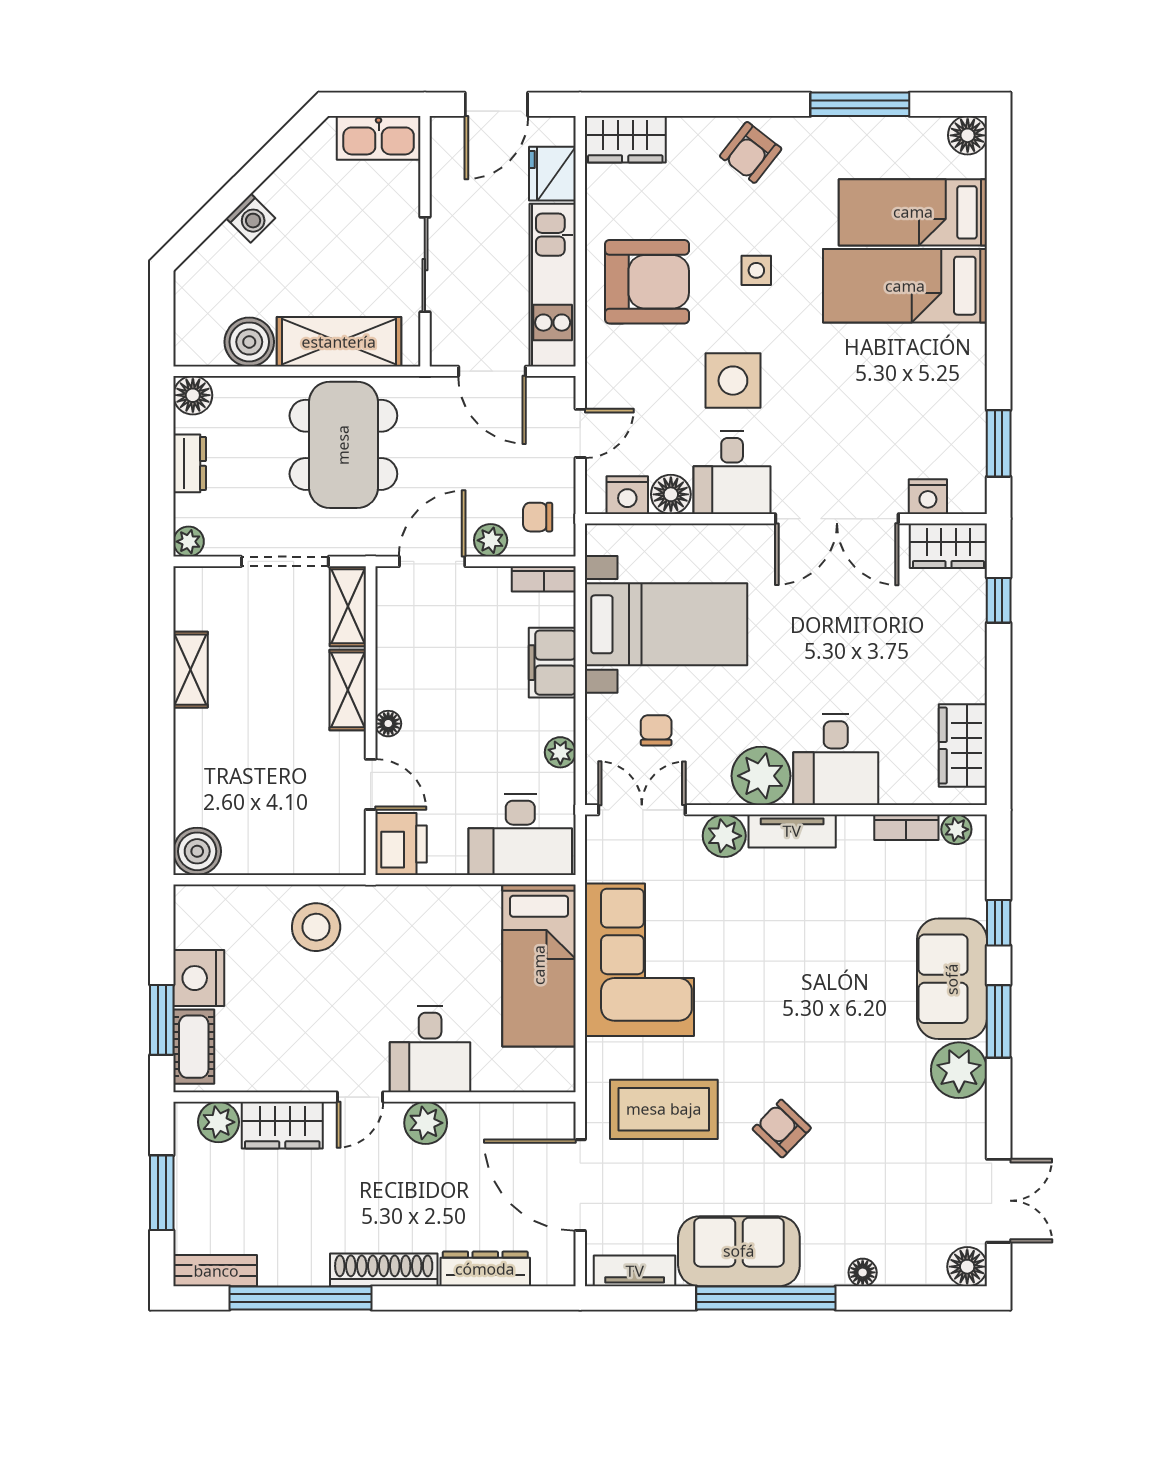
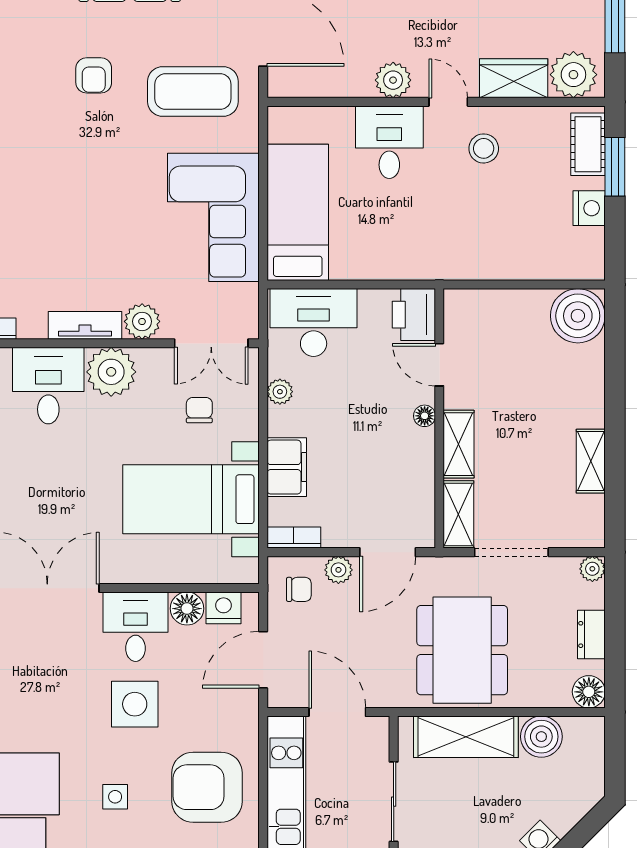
door: (580, 433) -> (263, 660), width x1.38
chair: (656, 730) -> (199, 410), turned 180
boiler: (197, 851) -> (578, 316), width x1.37, depth x1.37
stool: (316, 927) -> (484, 148), moved, width x0.73, depth x0.73
nightstand: (199, 978) -> (589, 208), width x0.74, depth x0.75
door: (360, 1097) -> (448, 102), hinge flipped
plant: (218, 1122) -> (573, 75), width x1.36, depth x1.36
armchair: (782, 1129) -> (94, 75), turned 46

